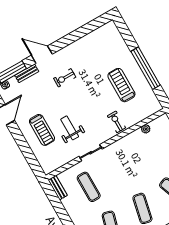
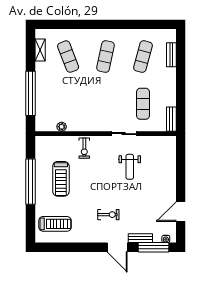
treadmill: (42, 130) -> (55, 224), moved, turned 90

